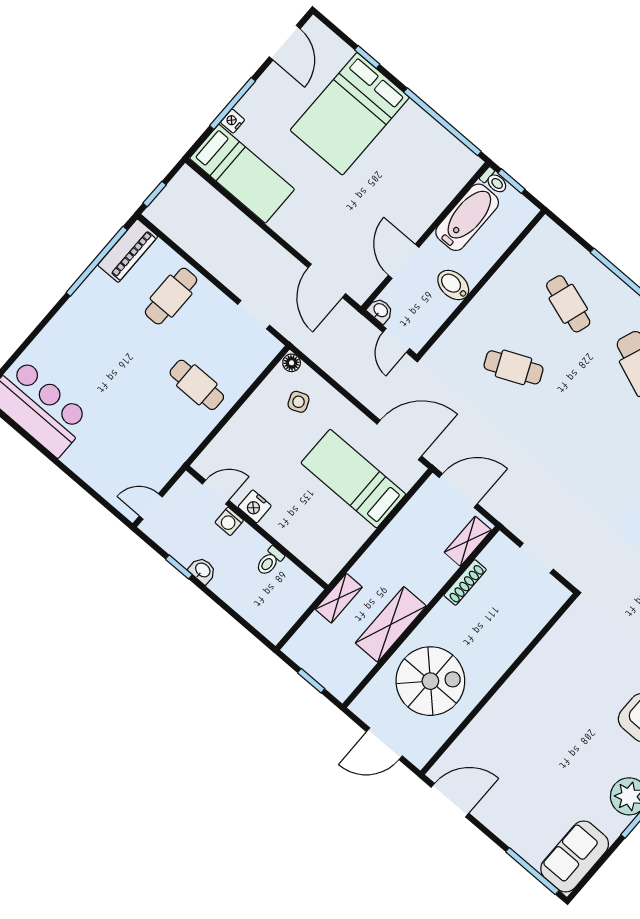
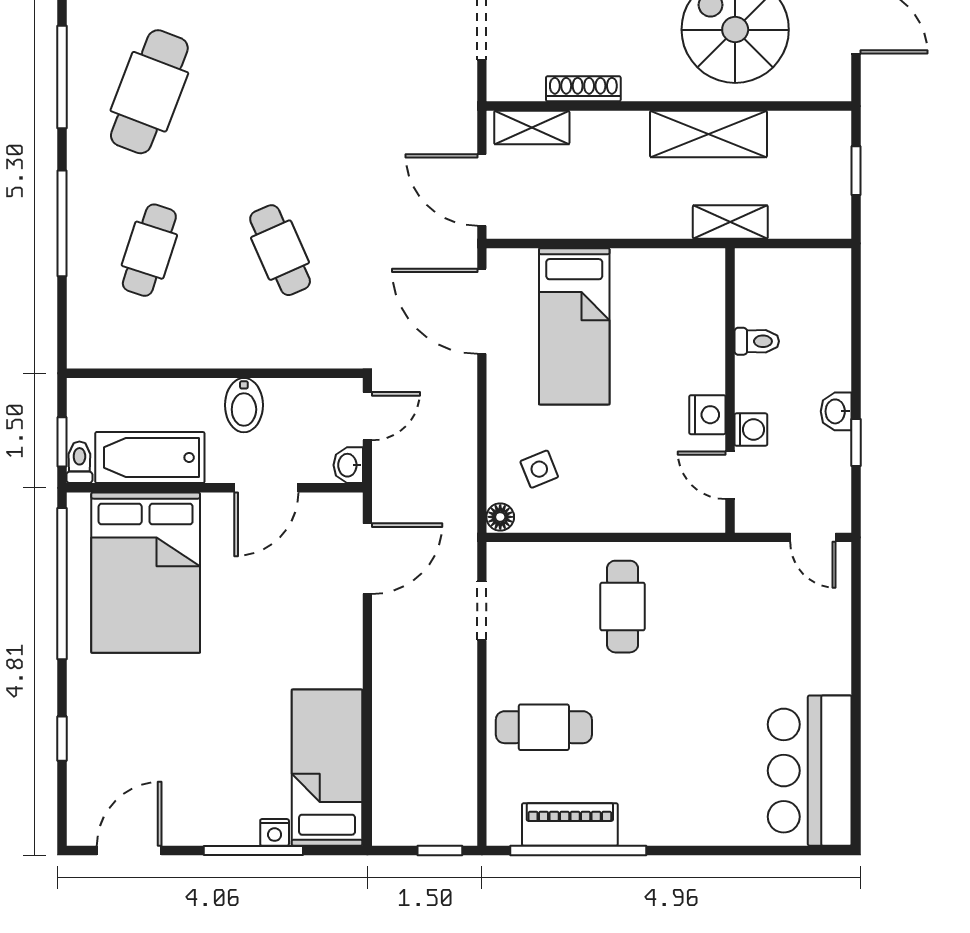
bed: (350, 114) -> (146, 573), moved, turned 90
piano: (128, 251) -> (570, 824), moved

